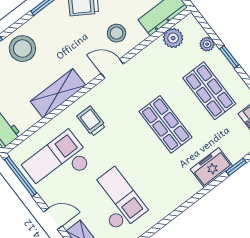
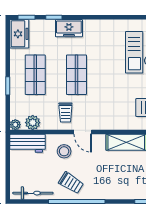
plant: (207, 44) -> (15, 125), moved
stool: (22, 49) -> (127, 185), removed
trolley: (91, 121) -> (65, 112), moved

